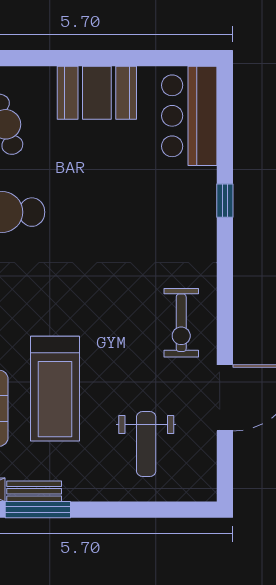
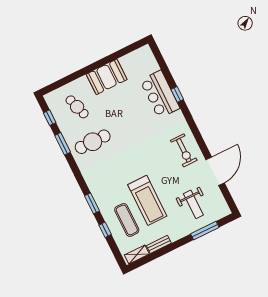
bar counter: (189, 116) -> (160, 94), moved
window: (38, 510) -> (205, 231), moved

